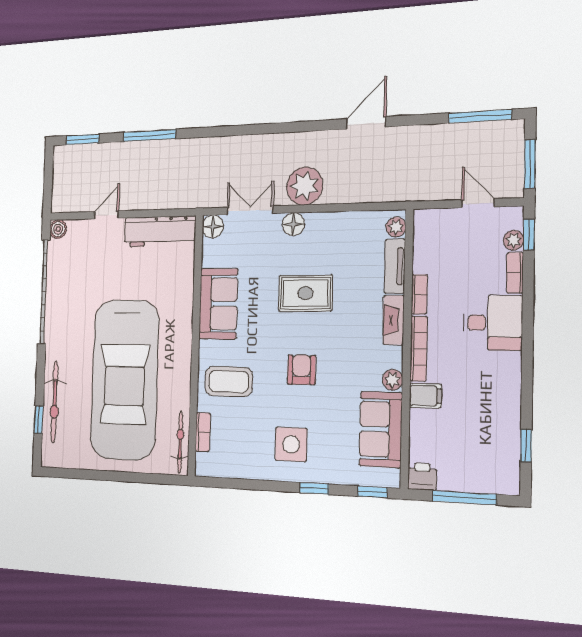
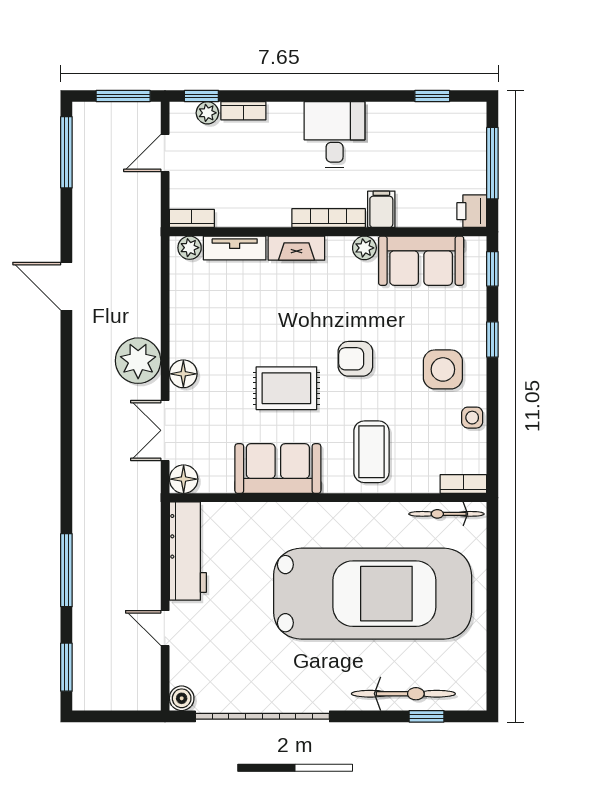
rug: (305, 293) -> (286, 388), moved, turned 90
bookcase: (419, 294) -> (192, 218), moved
desk: (493, 323) -> (335, 135), moved
bookcase: (203, 432) -> (463, 484), moved
side table: (253, 467) -> (472, 418), added

